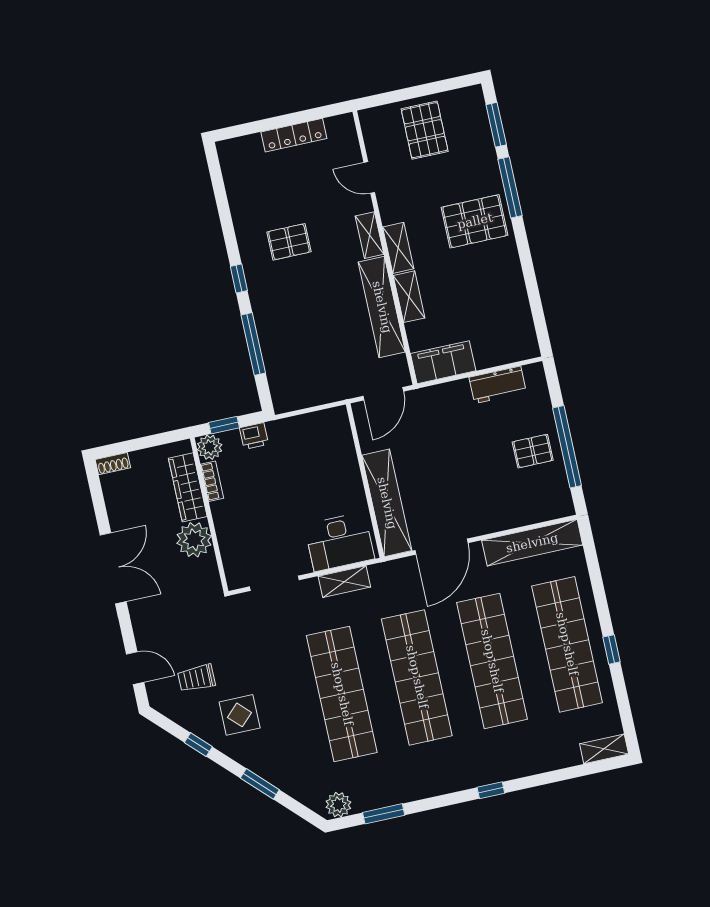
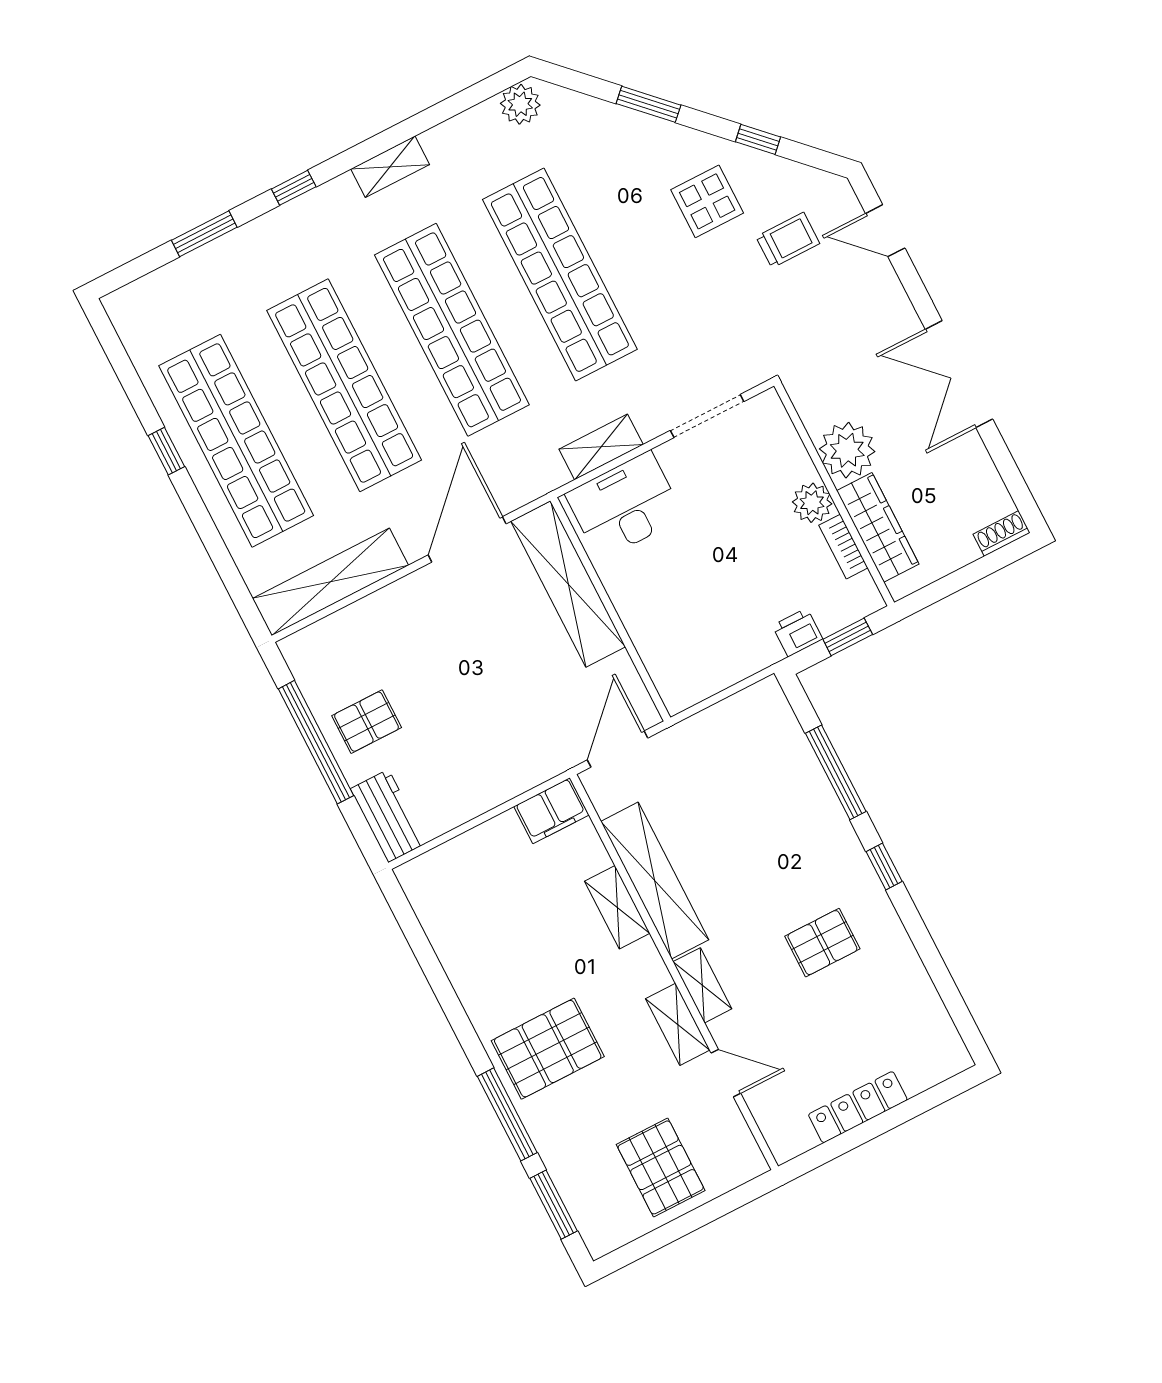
shelving: (398, 248) -> (678, 1024), moved
filing cabinet: (443, 362) -> (551, 811), width x0.67, depth x0.86
workbench: (498, 385) -> (388, 816), moved, turned 90
plant: (210, 447) -> (812, 503), moved
shelving: (604, 749) -> (390, 167), moved
window: (384, 814) -> (204, 234), moved

